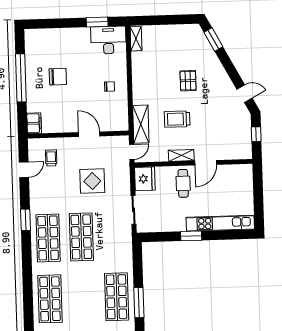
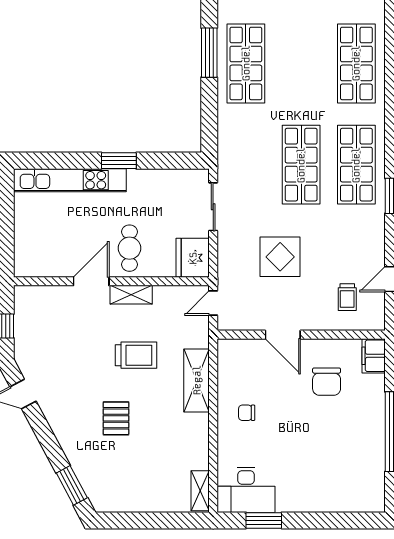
chair: (58, 77) -> (327, 382), moved, turned -90
shelving: (141, 124) -> (197, 380), moved

